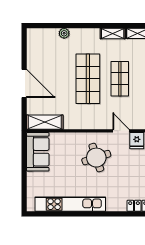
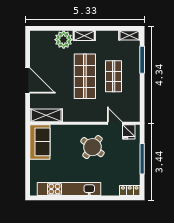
plant: (64, 33) -> (64, 40), width x1.87, depth x1.87
shelving: (113, 33) -> (84, 36), moved
round table: (96, 158) -> (92, 147), turned -35

